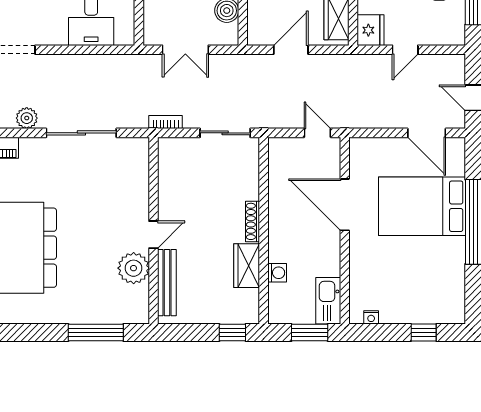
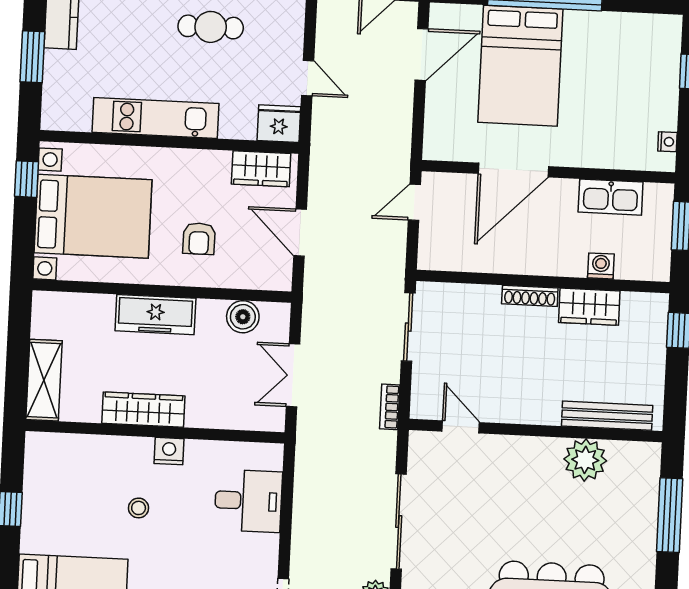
double door: (185, 50) -> (293, 375), swing flipped
door: (153, 235) -> (461, 427), moved
kitchen sink: (328, 301) -> (611, 197), moved

